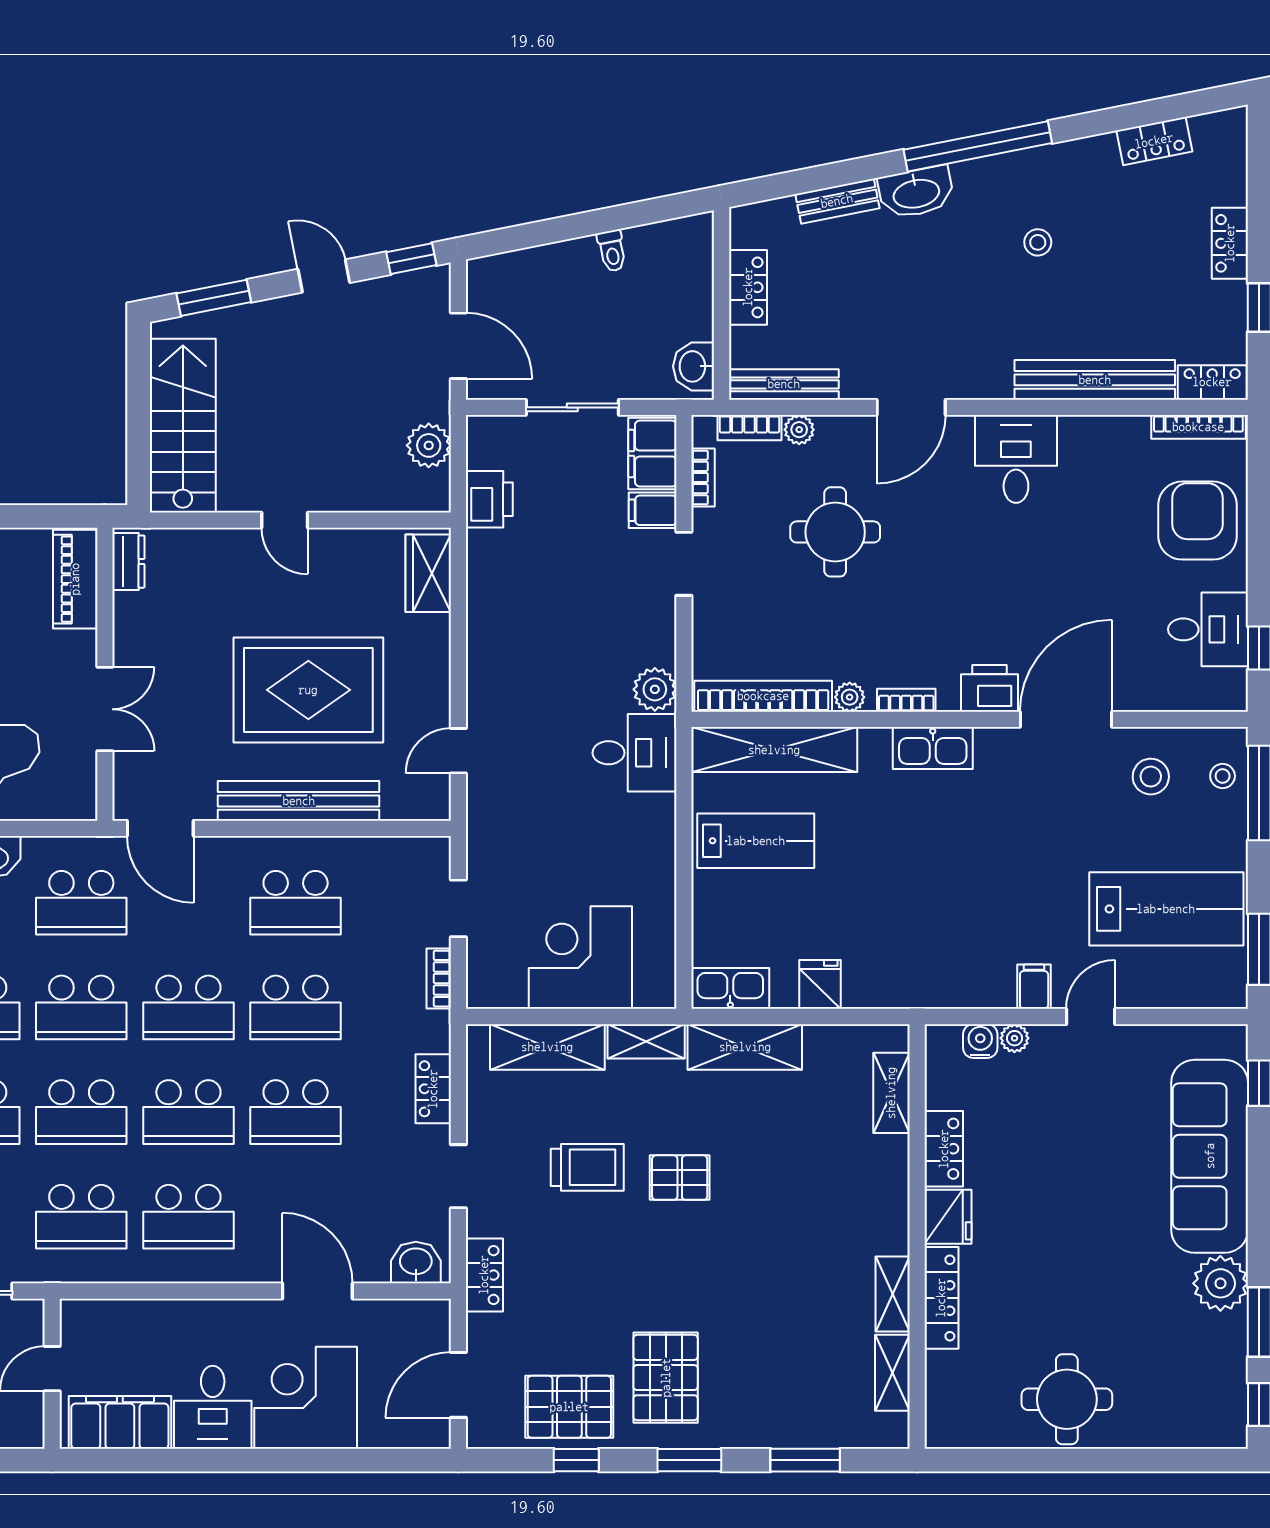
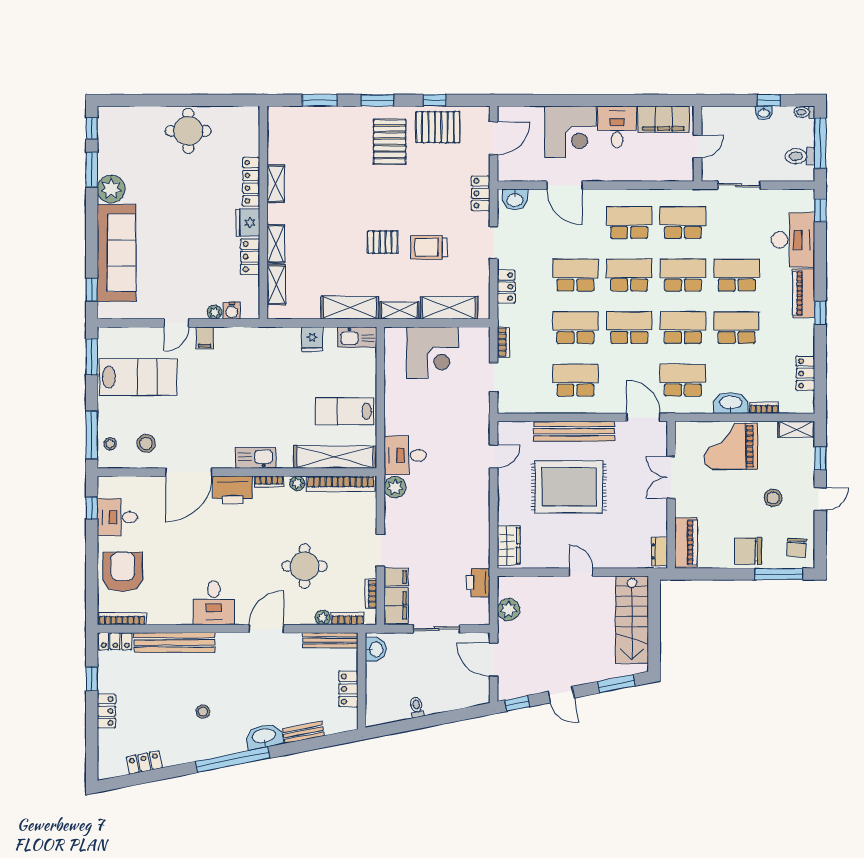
armchair: (1198, 521) -> (123, 572), turned 180
printer: (990, 688) -> (232, 490), width x1.37, depth x1.19
lab bench: (1166, 909) -> (138, 377), turned 180
shelving: (892, 1373) -> (276, 244), moved

